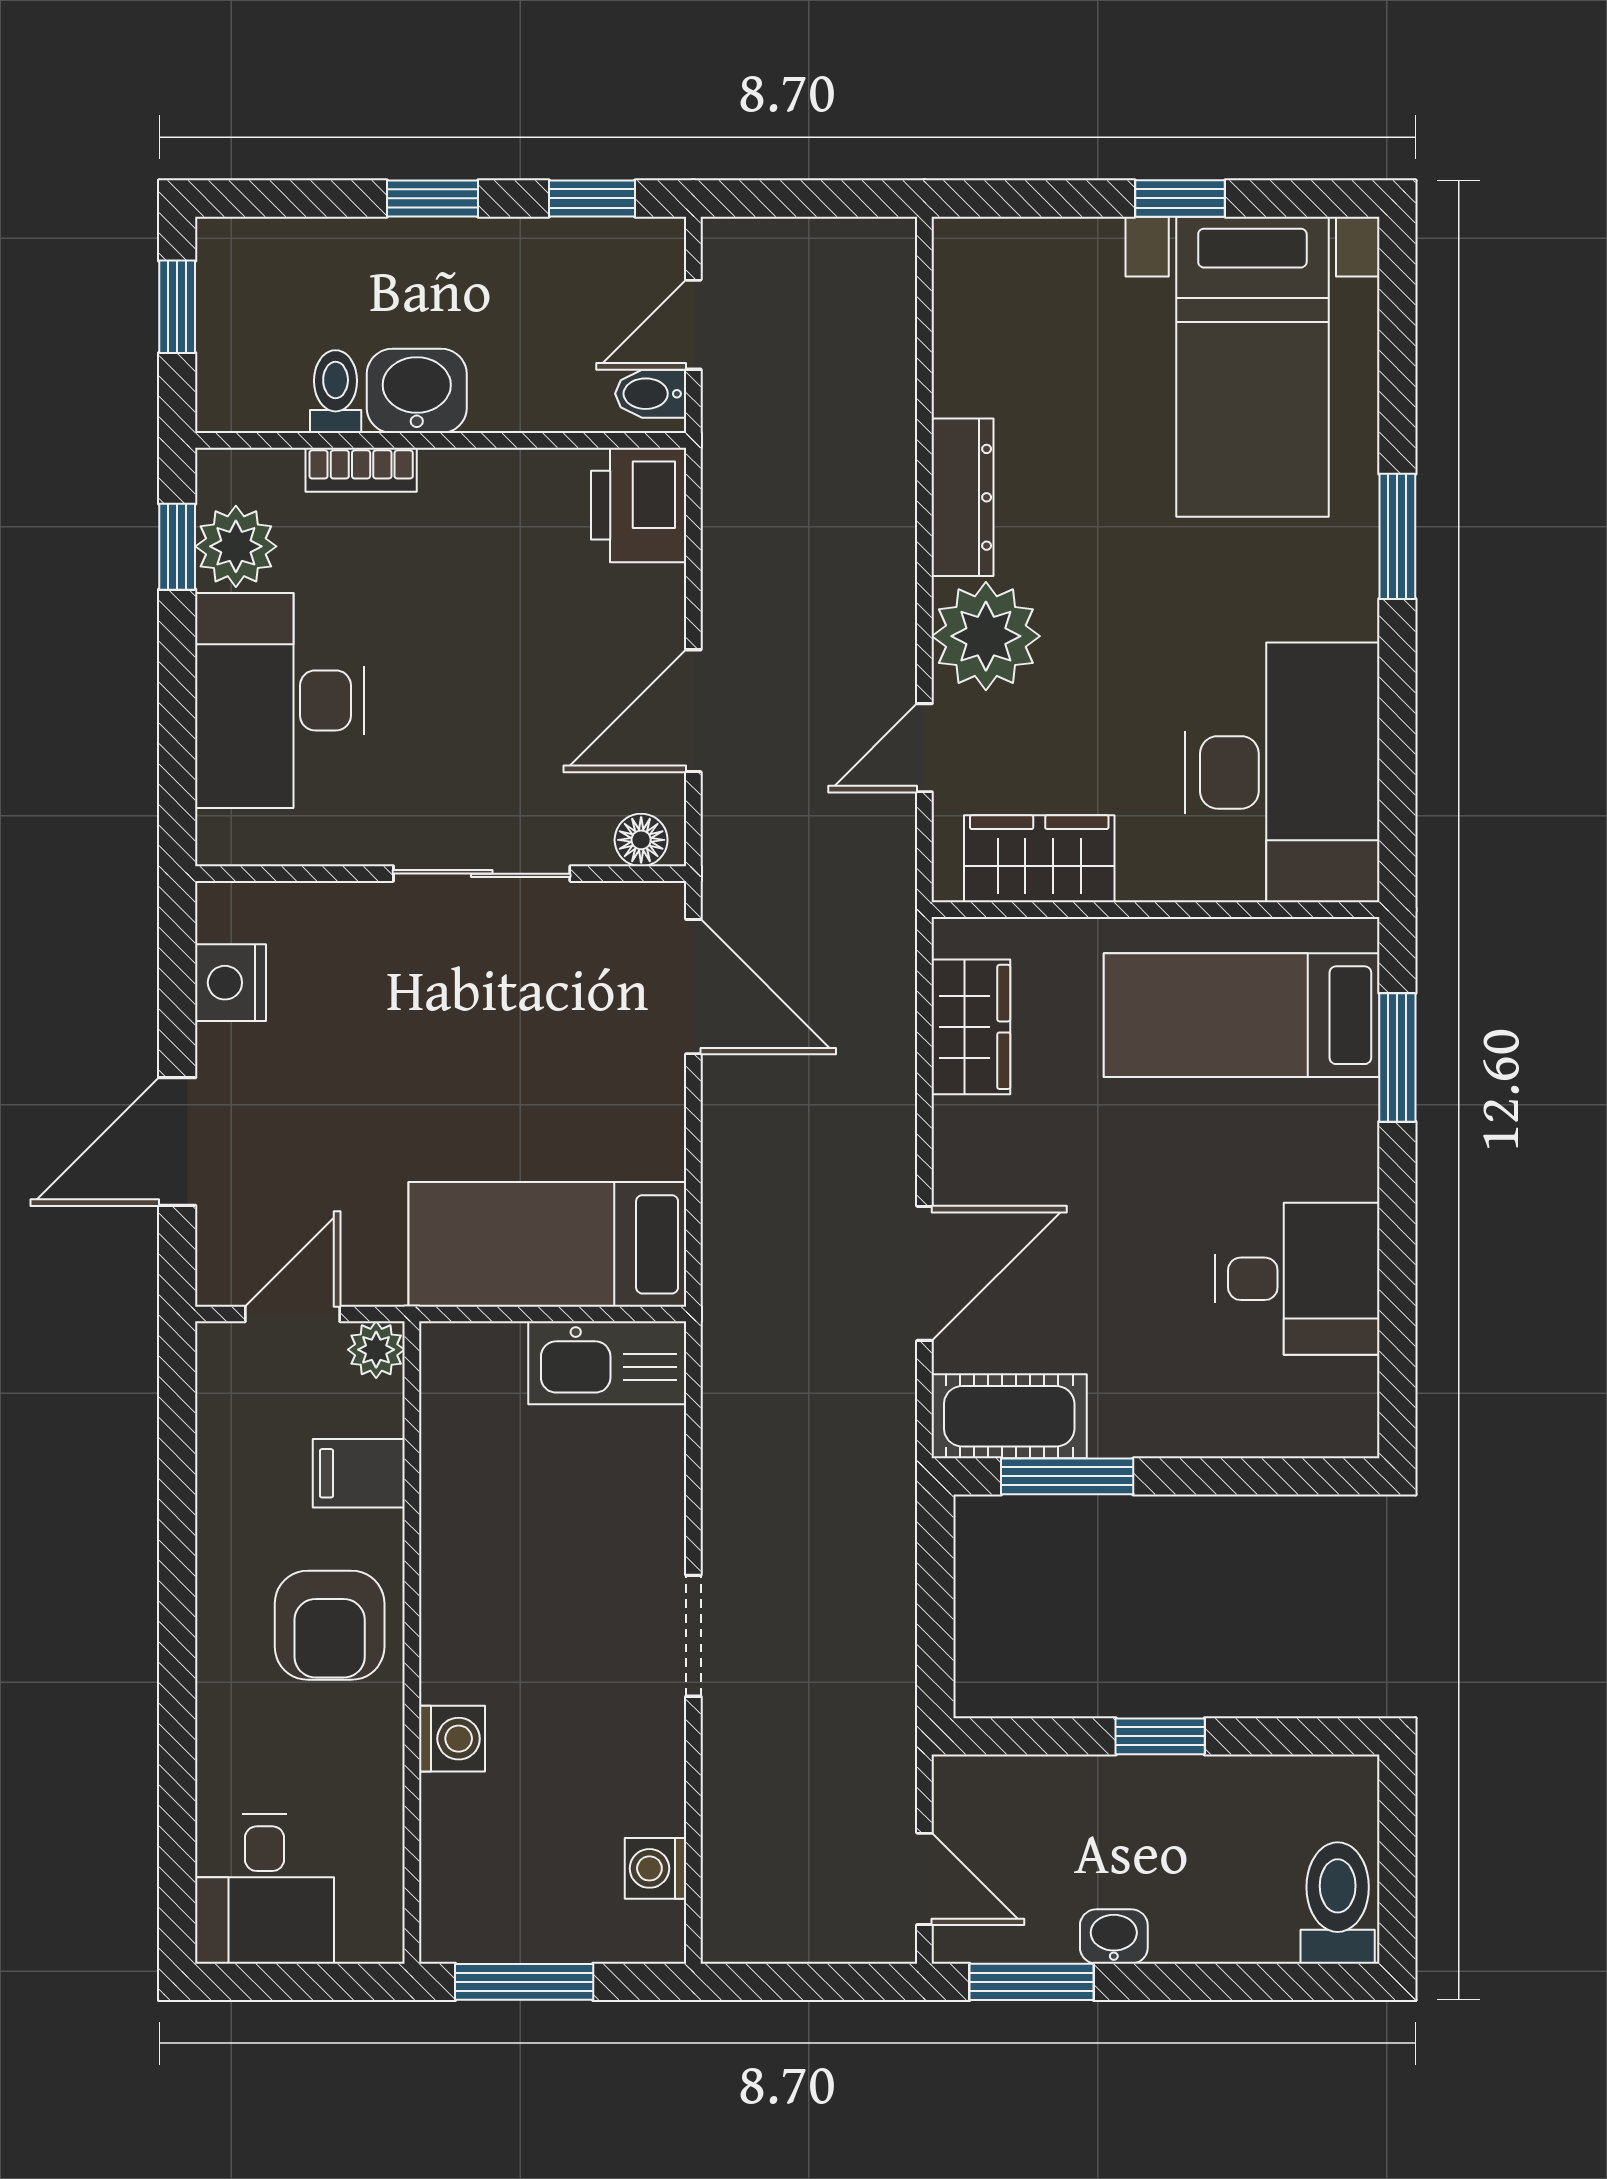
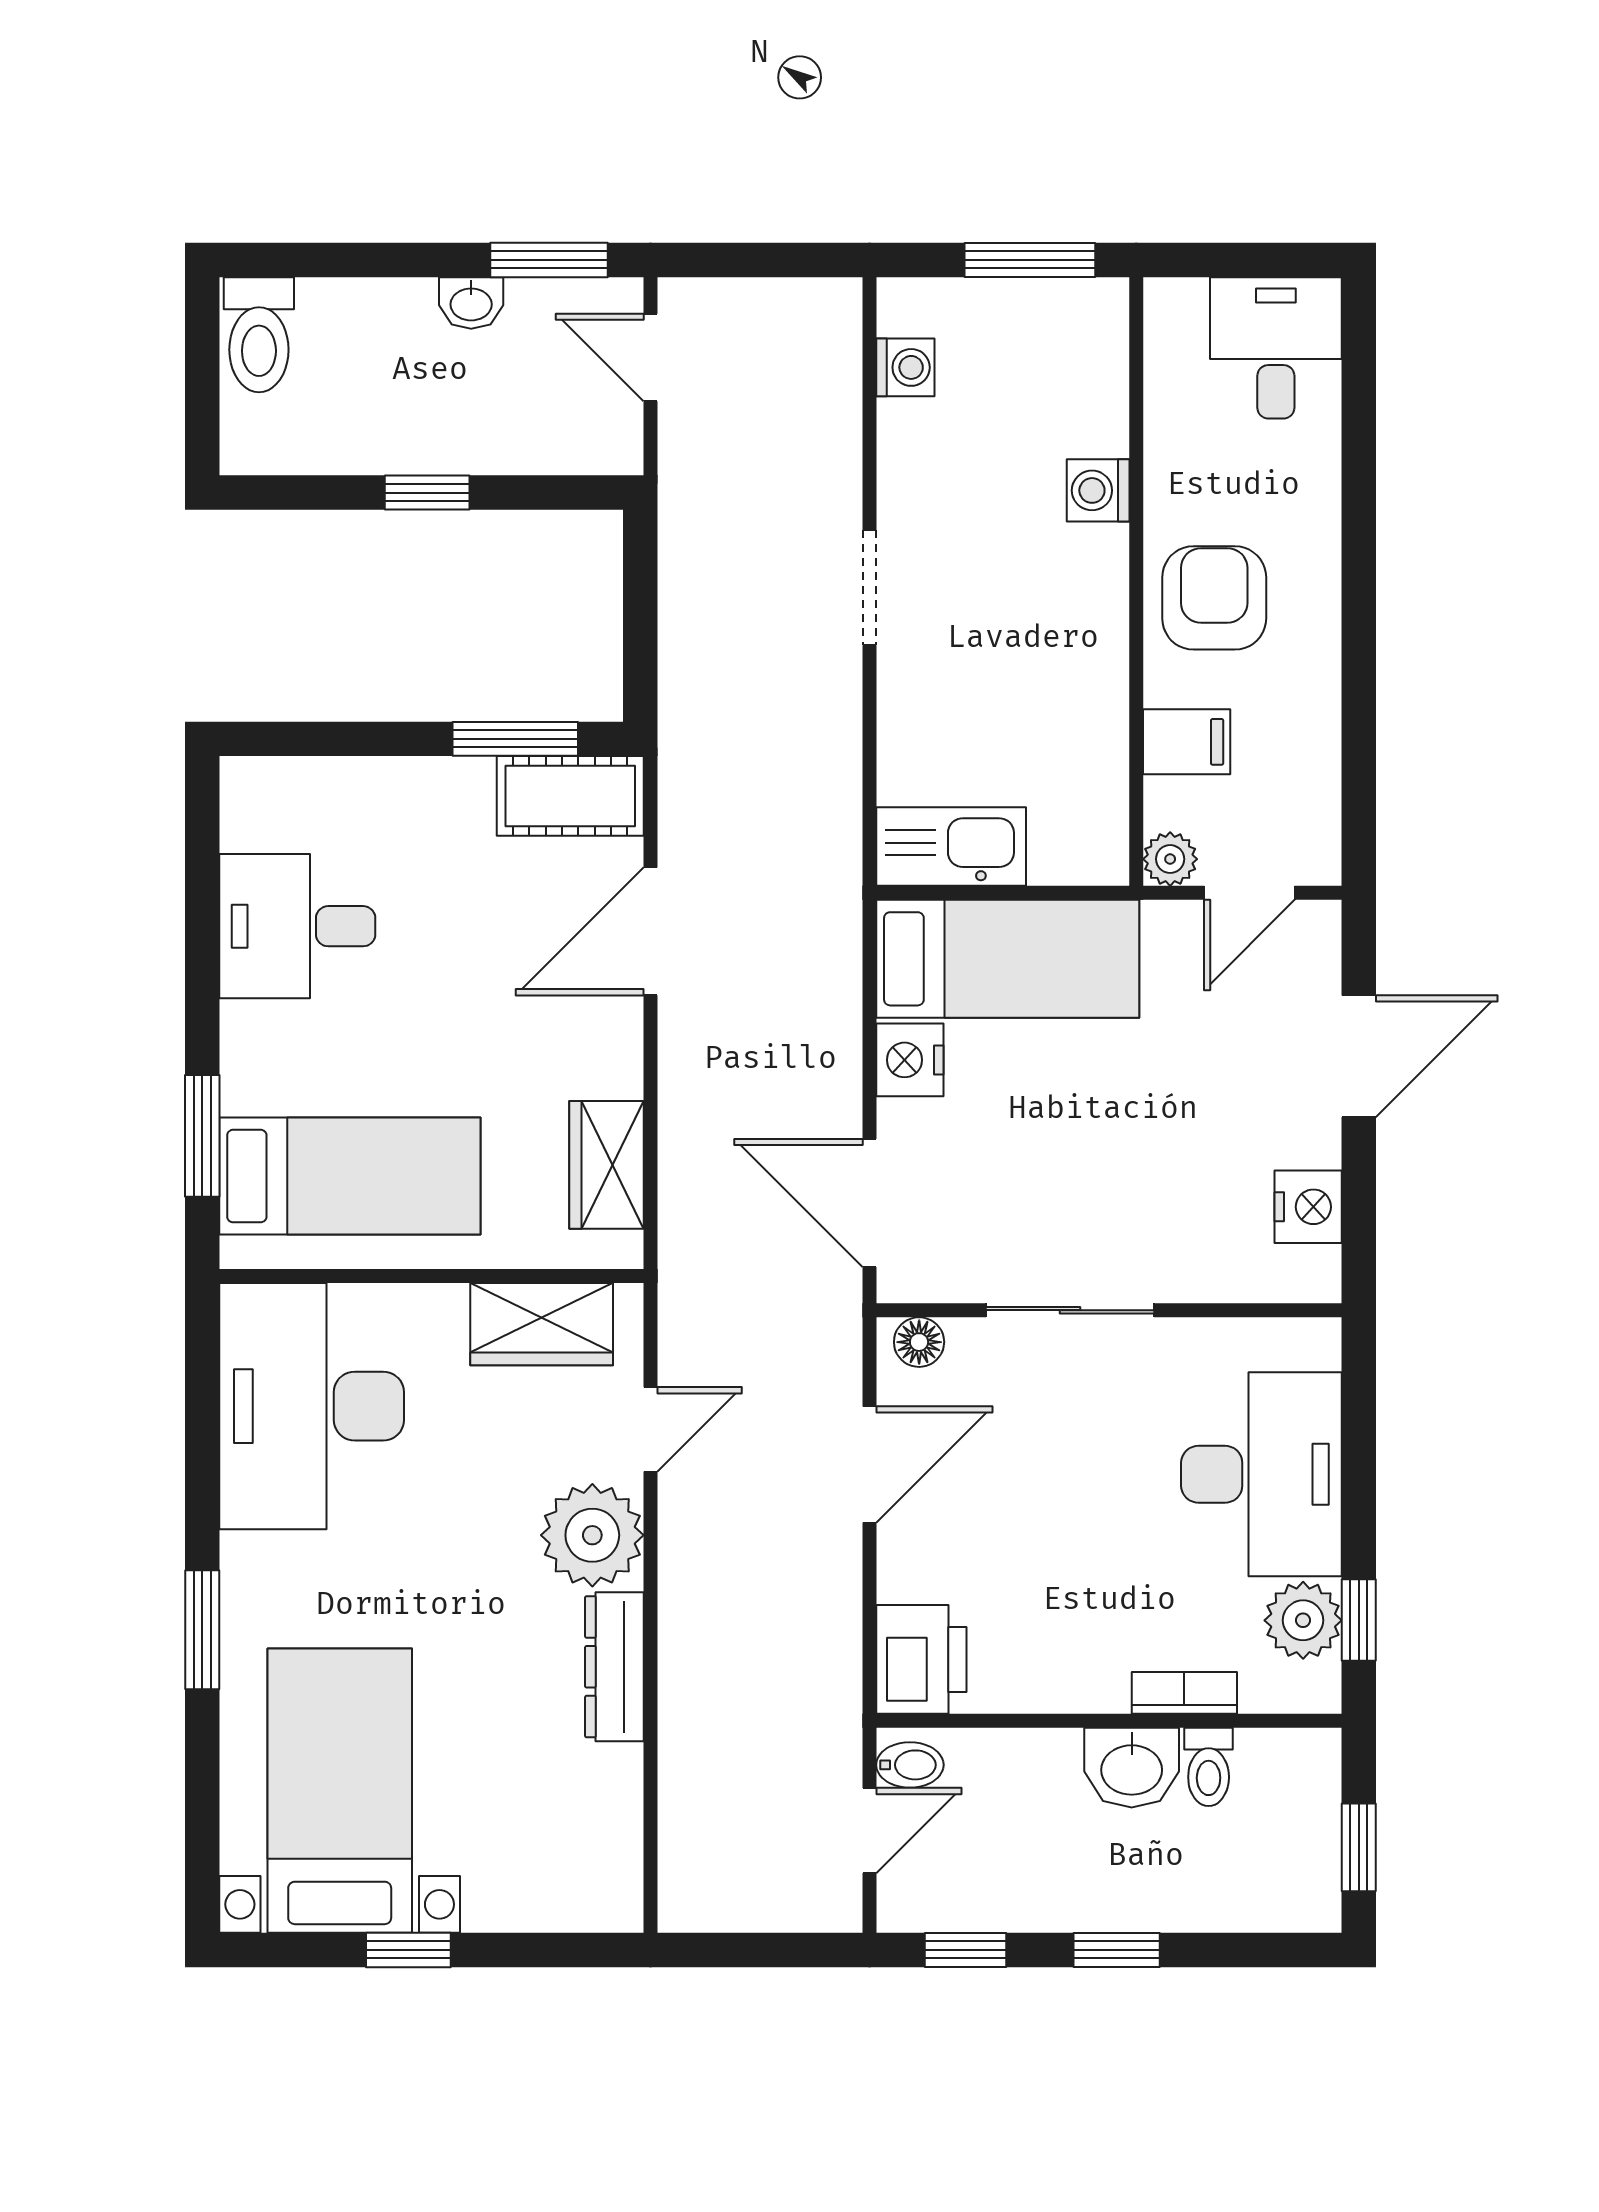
nightstand: (651, 1138) -> (910, 1060), added

